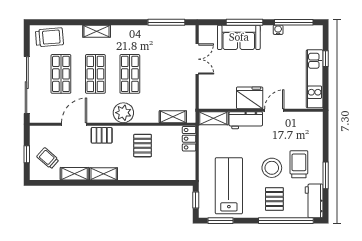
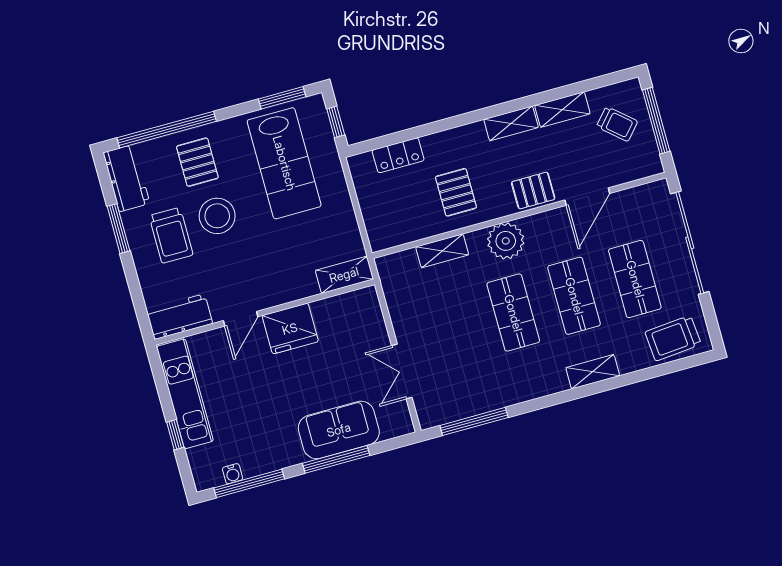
water cooler: (278, 30) -> (233, 474), moved
shelving: (173, 117) -> (442, 251), moved
workbench: (246, 120) -> (179, 317), moved
locker: (189, 139) -> (398, 155), moved, turned 90
window: (27, 154) -> (656, 121), width x2.17

